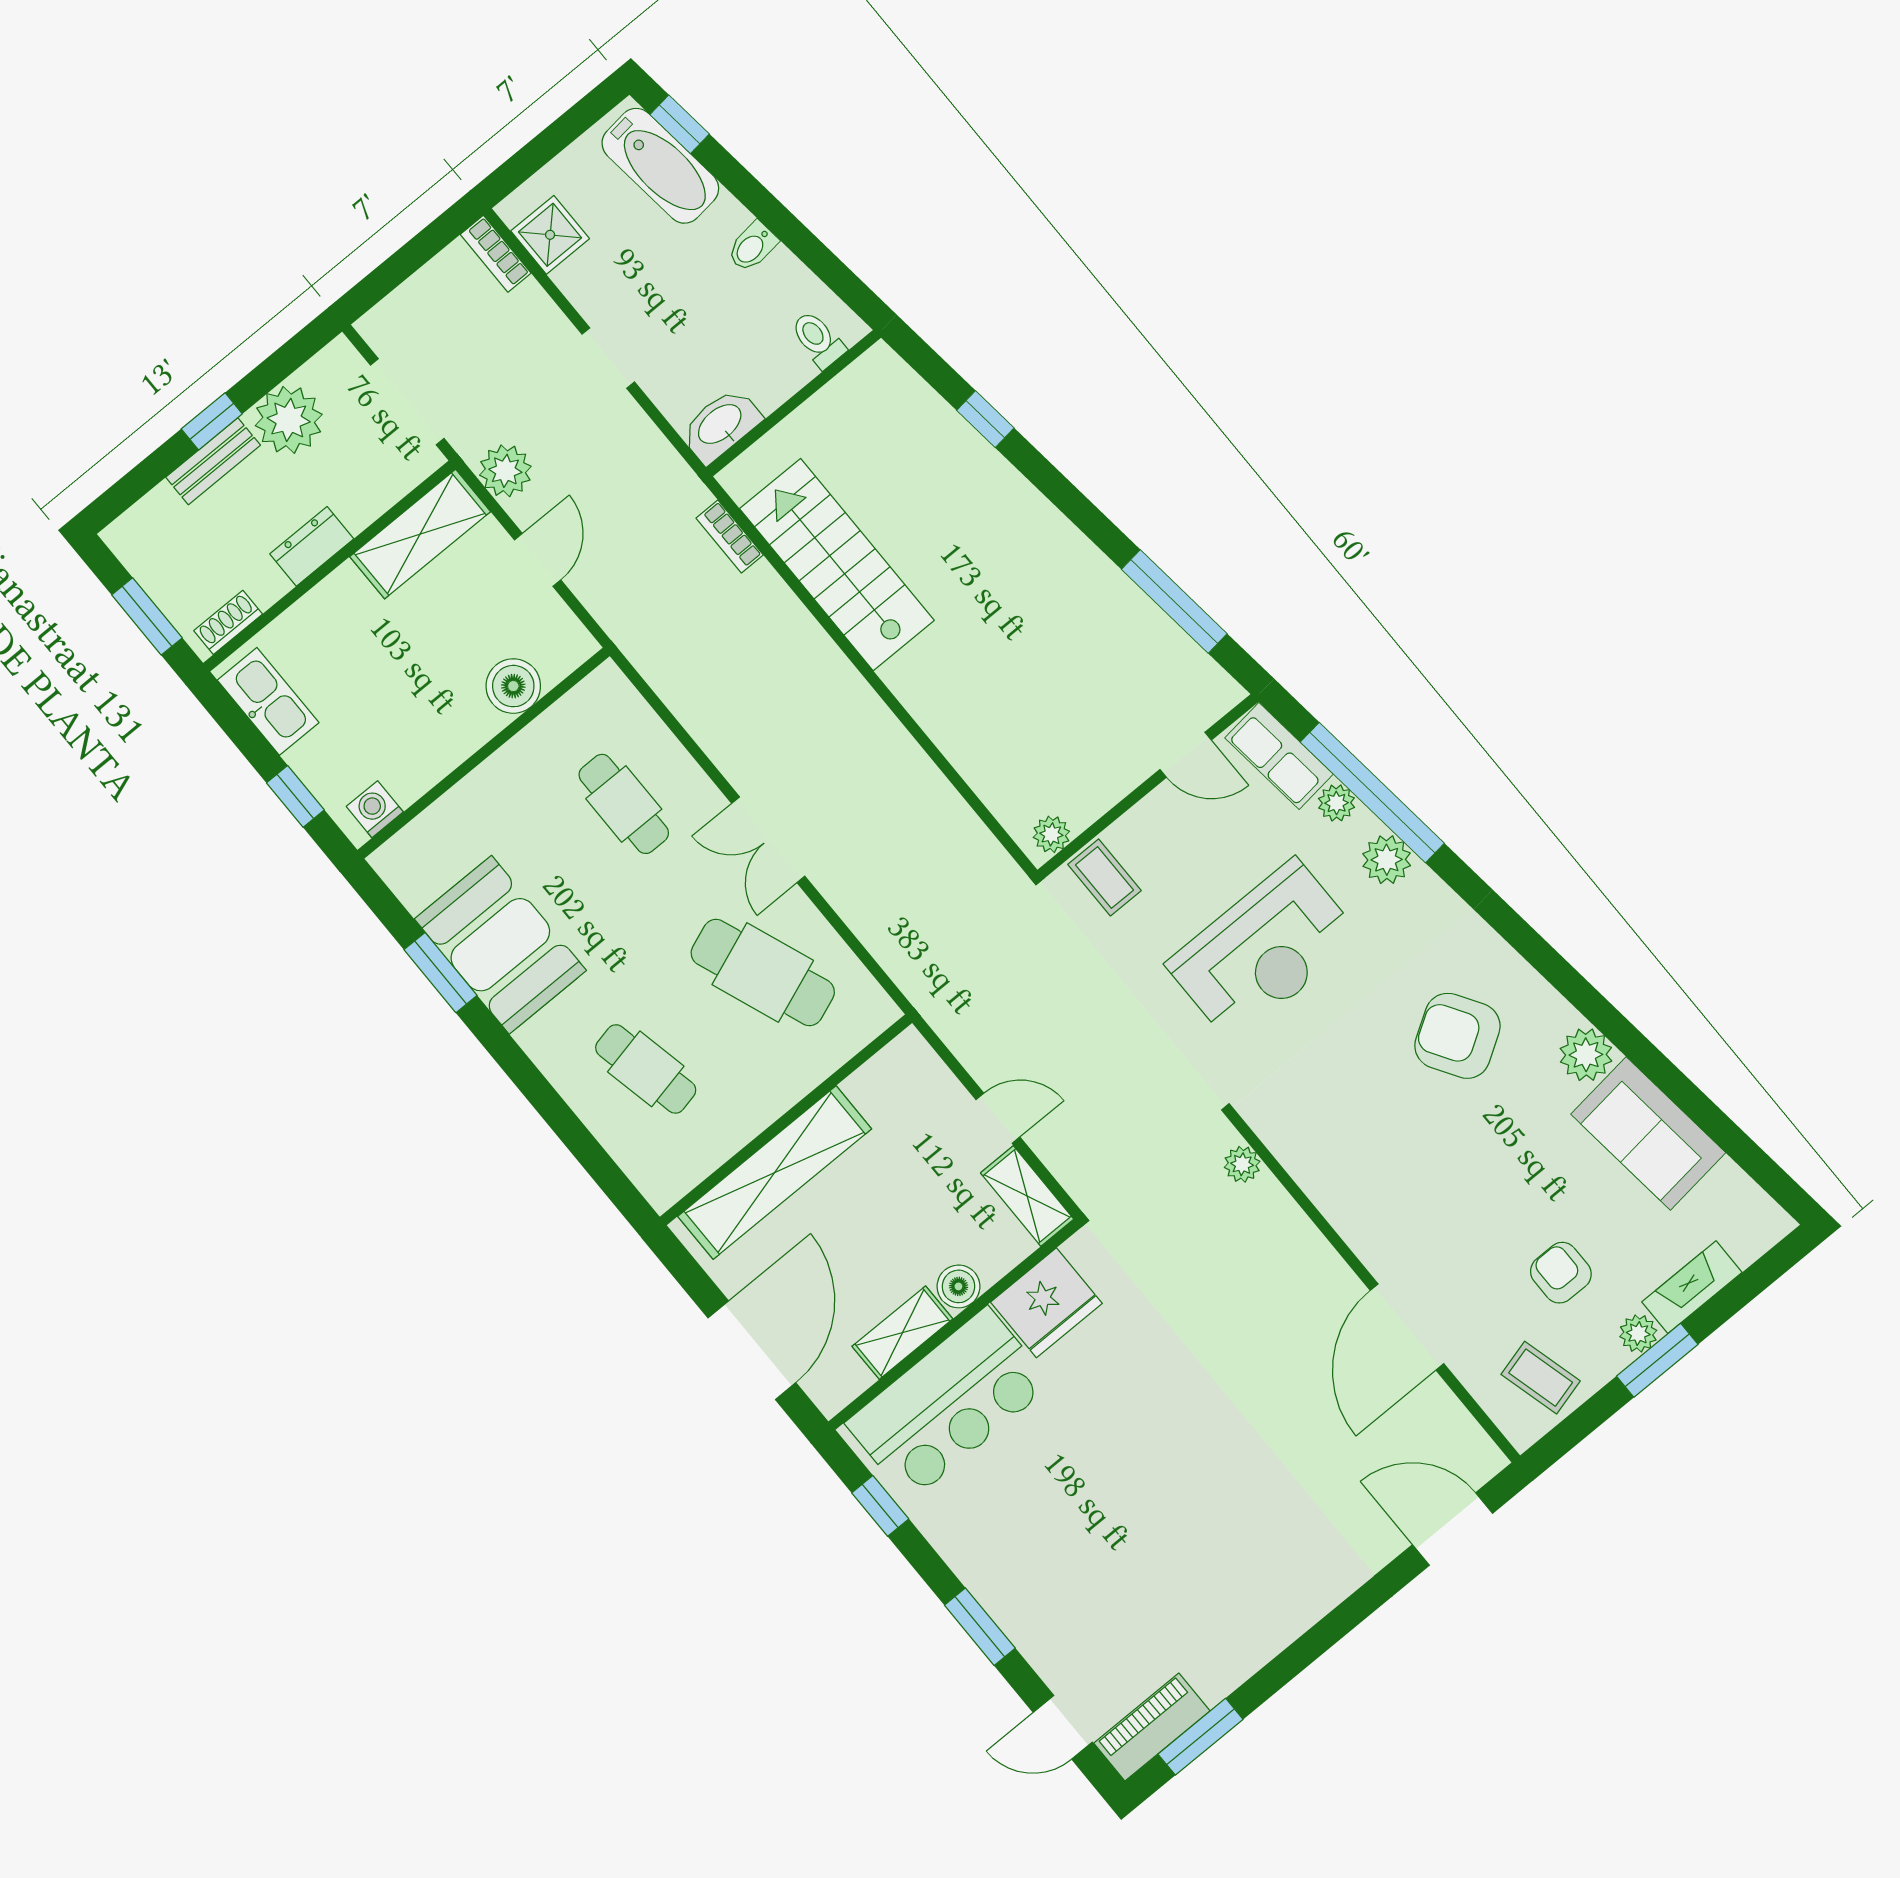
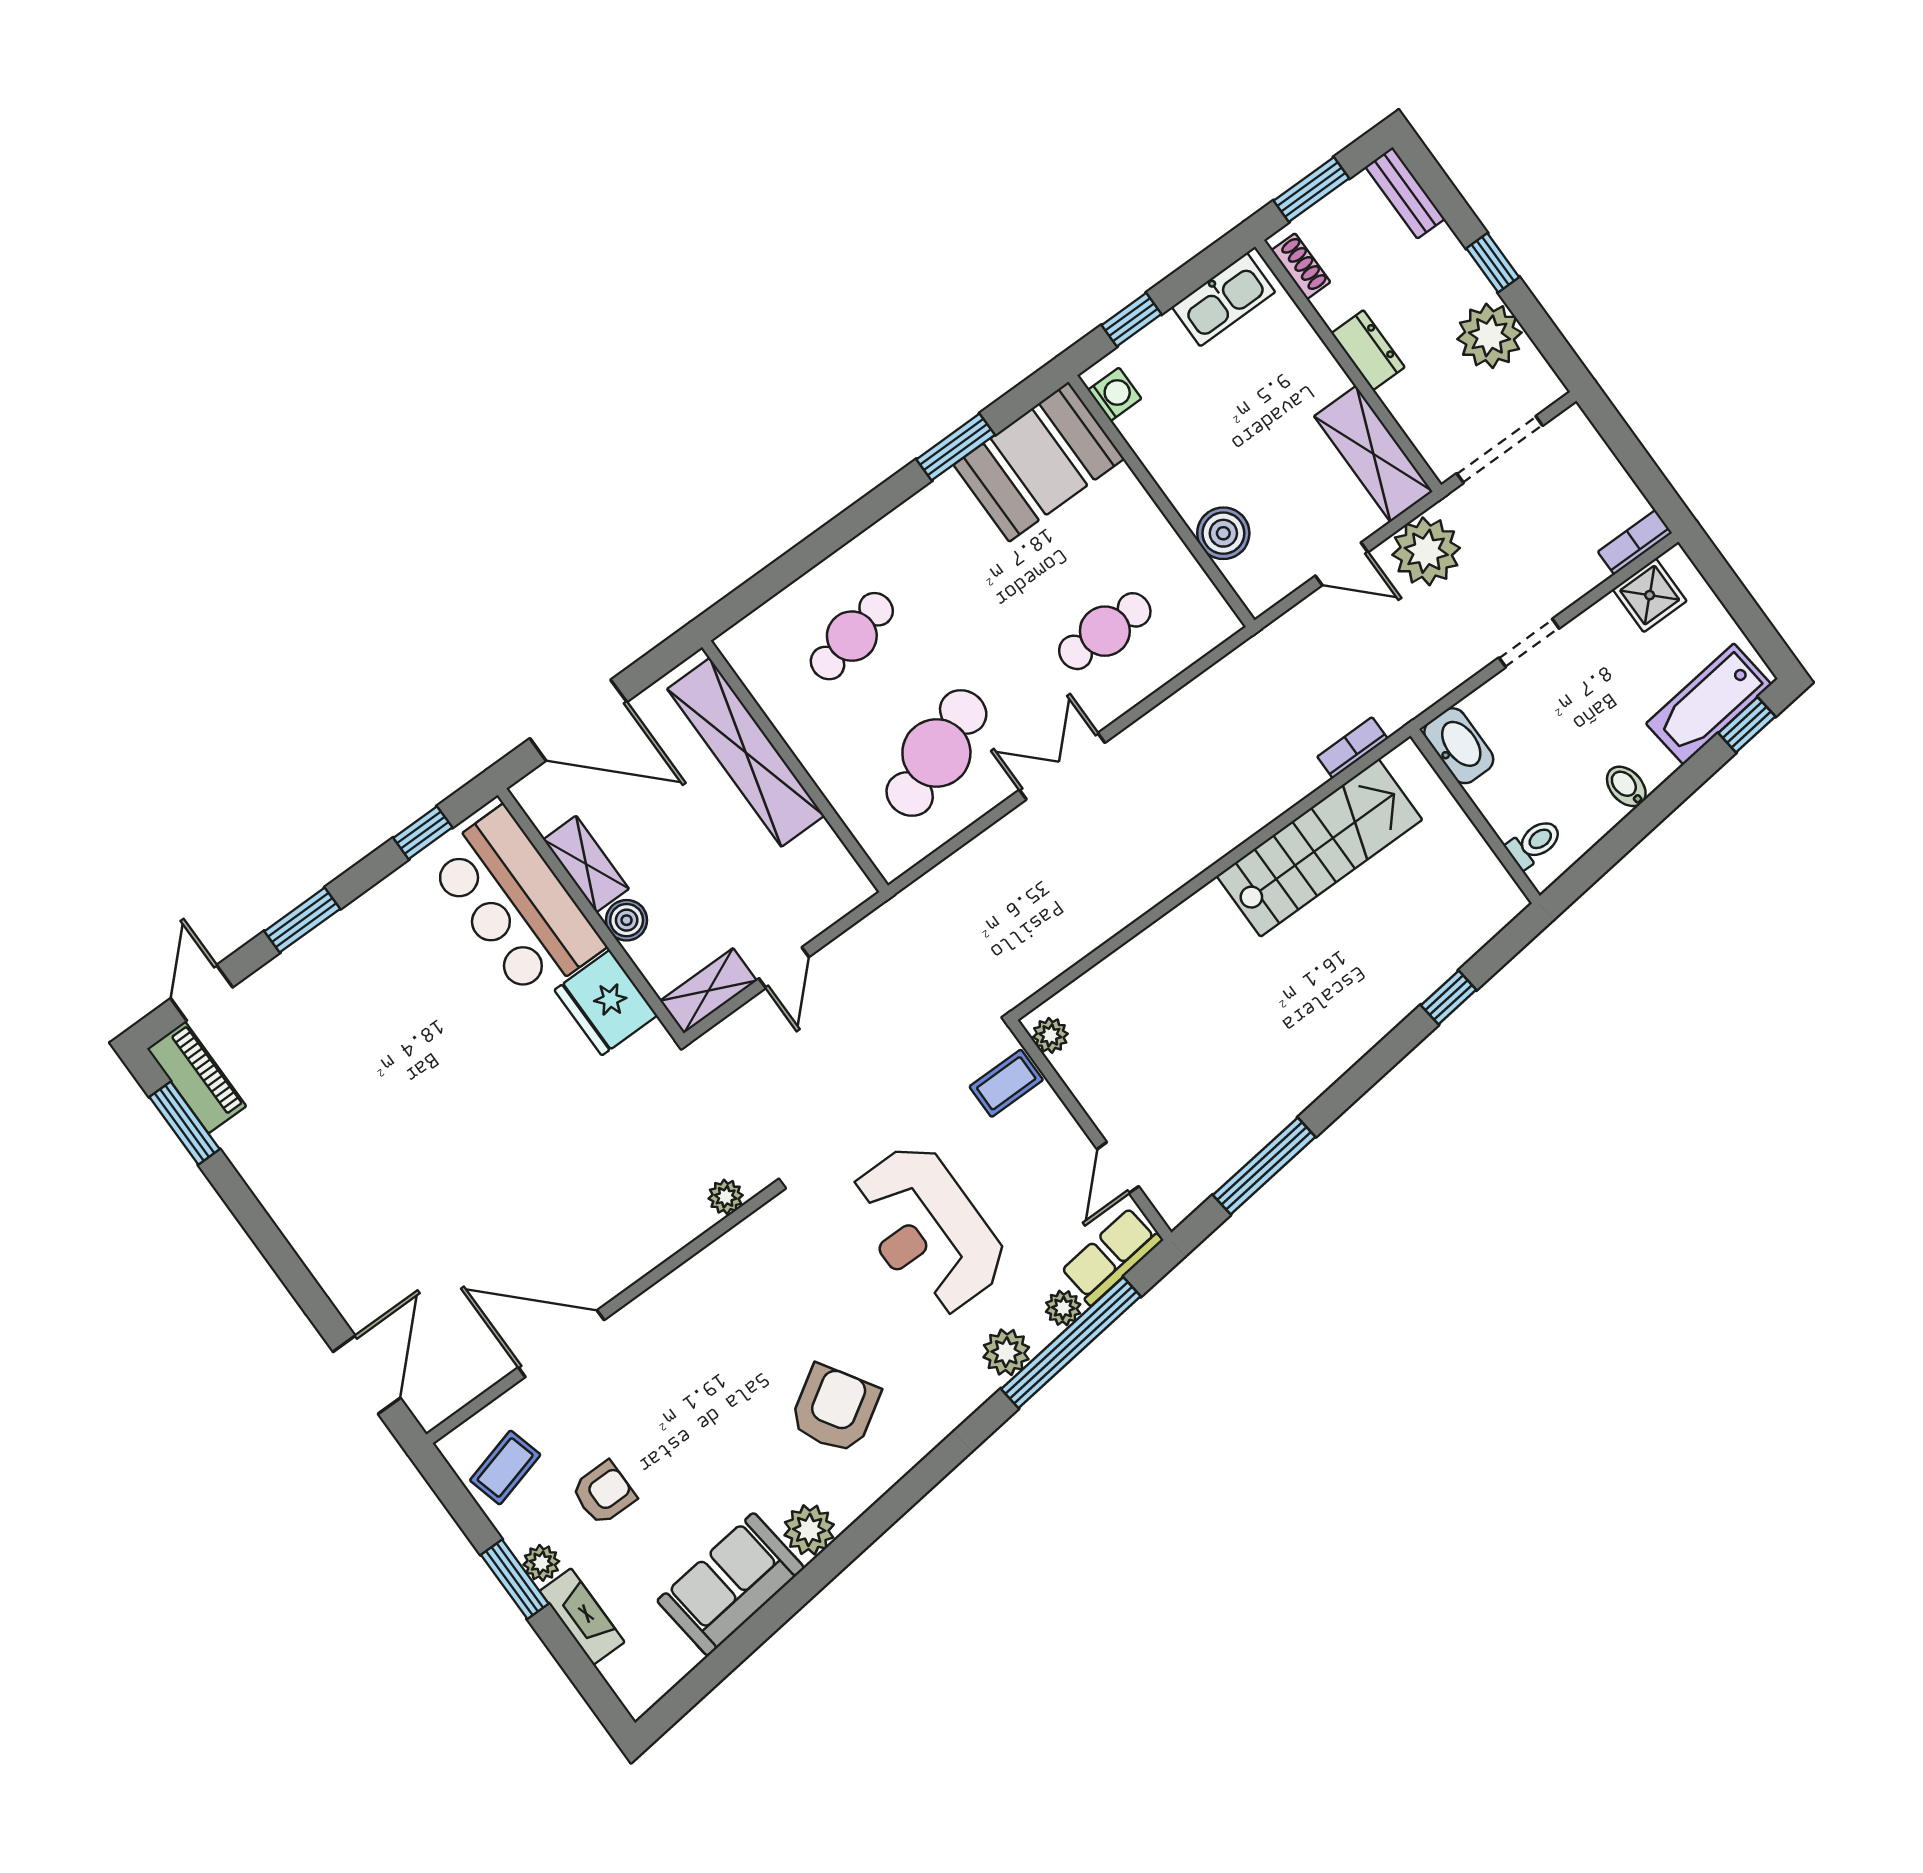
bench: (213, 461) -> (1405, 193), moved
plant: (505, 471) -> (1426, 551), width x1.36, depth x1.36
booth: (500, 945) -> (1039, 462), moved

